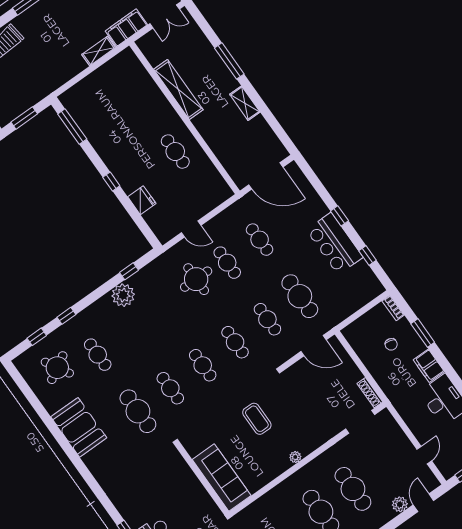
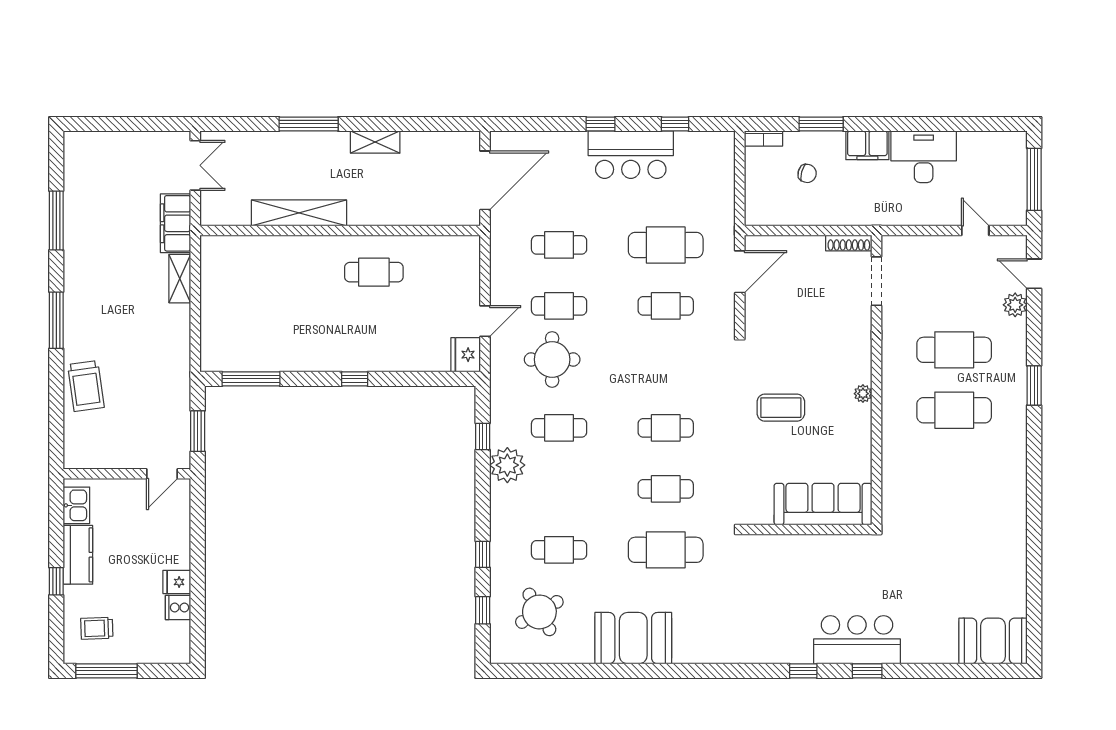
fridge: (142, 200) -> (466, 355), moved, turned -90
cafe table: (235, 342) -> (559, 428), moved

